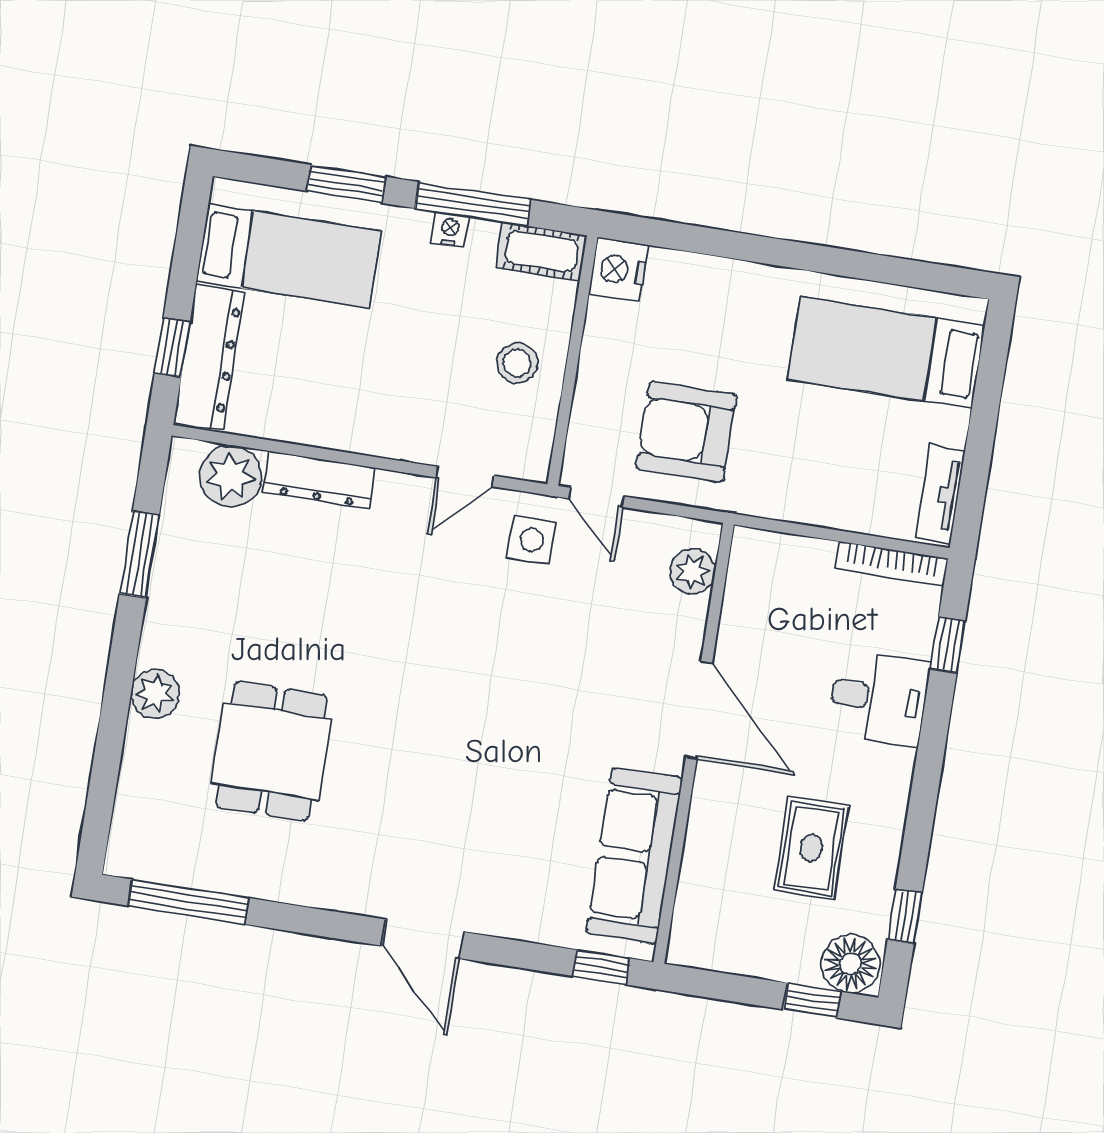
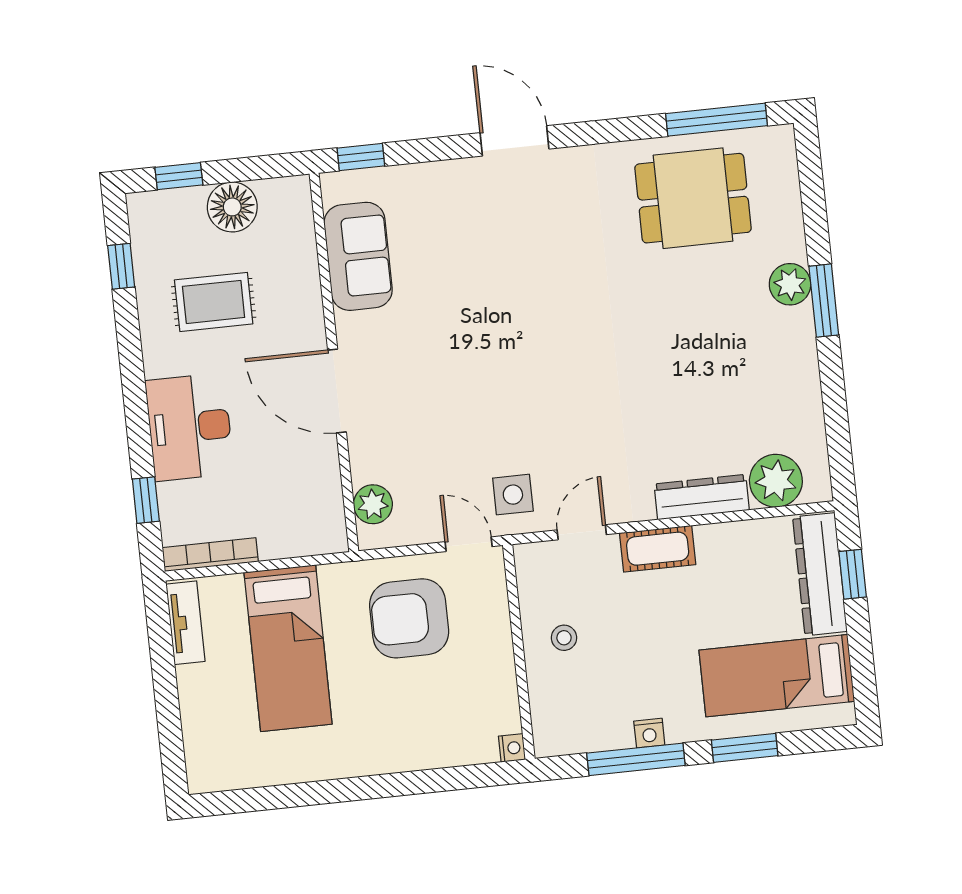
cot: (541, 251) -> (658, 549), moved
nightstand: (619, 270) -> (512, 748), width x0.53, depth x0.56
bed: (886, 353) -> (288, 648), moved, turned 90
stool: (517, 363) -> (564, 638), width x0.73, depth x0.73
armchair: (686, 432) -> (409, 618), turned 180
window: (139, 554) -> (824, 301), moved
desk: (879, 698) -> (190, 427), width x1.37
dining table: (271, 751) -> (693, 198), moved, turned 90
rug: (811, 848) -> (214, 302), turned 90
sofa: (634, 856) -> (358, 256), width x0.73
floor lamp: (850, 964) -> (232, 207), moved

